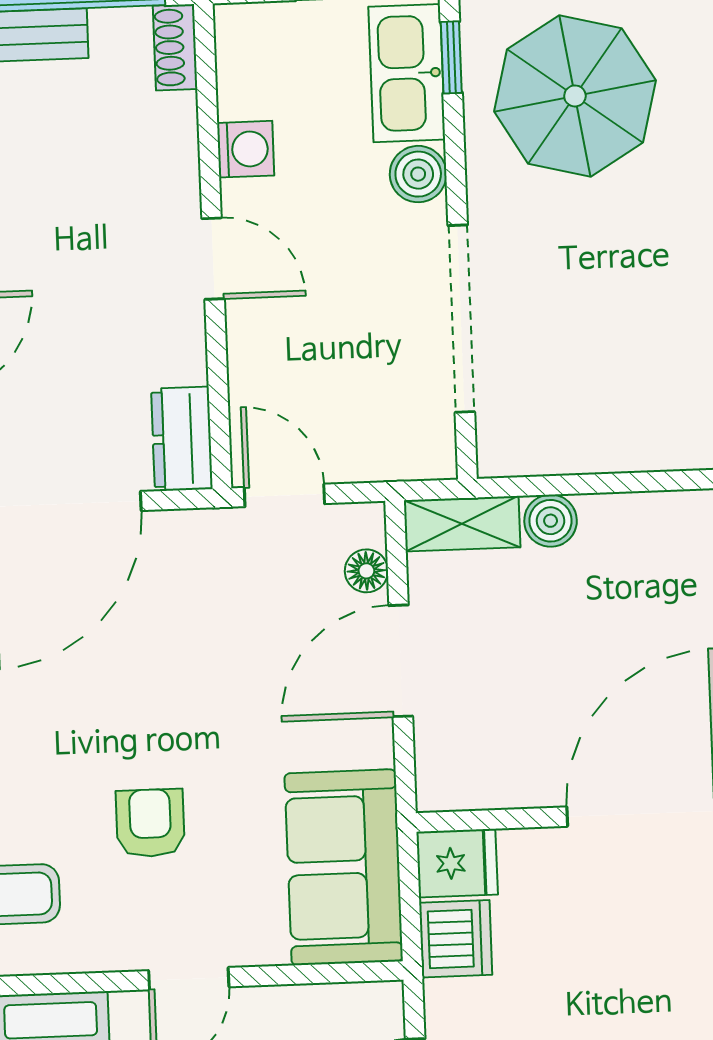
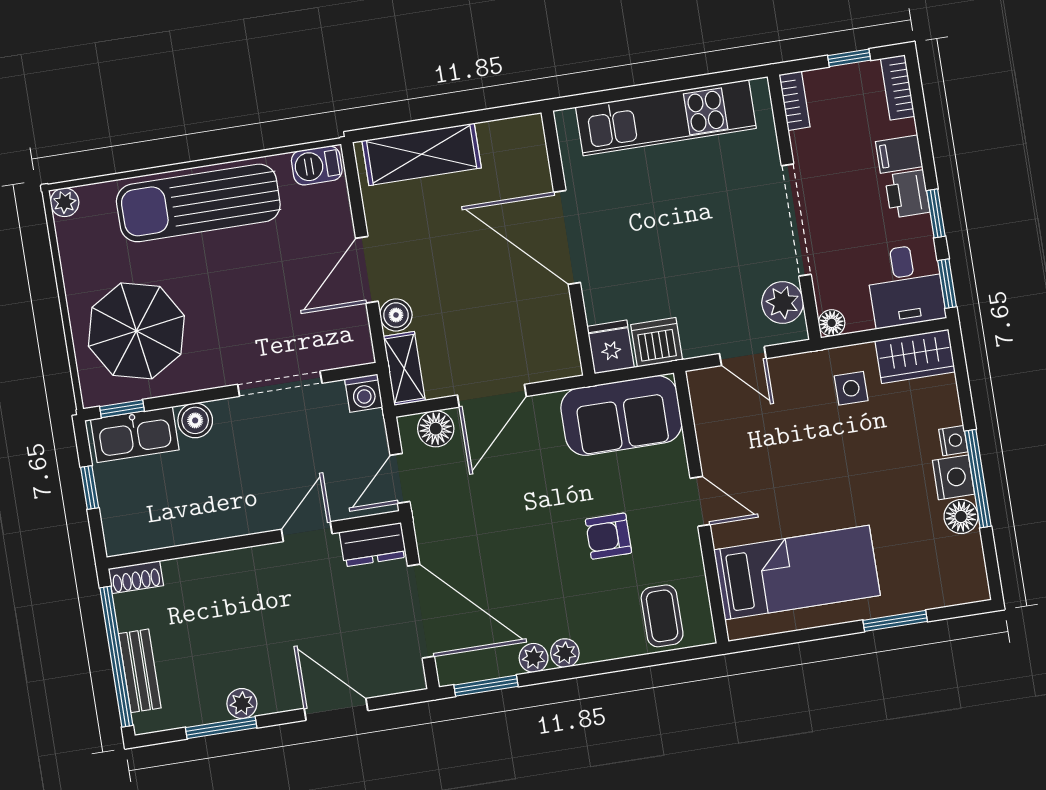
washing machine: (246, 149) -> (364, 393), moved, turned 180
door: (213, 259) -> (307, 532), moved
doorway: (461, 319) -> (280, 384), width x0.73
door: (630, 482) -> (367, 270), added
floor lamp: (366, 571) -> (436, 429), width x1.37, depth x1.37
door: (401, 661) -> (492, 396), hinge flipped

